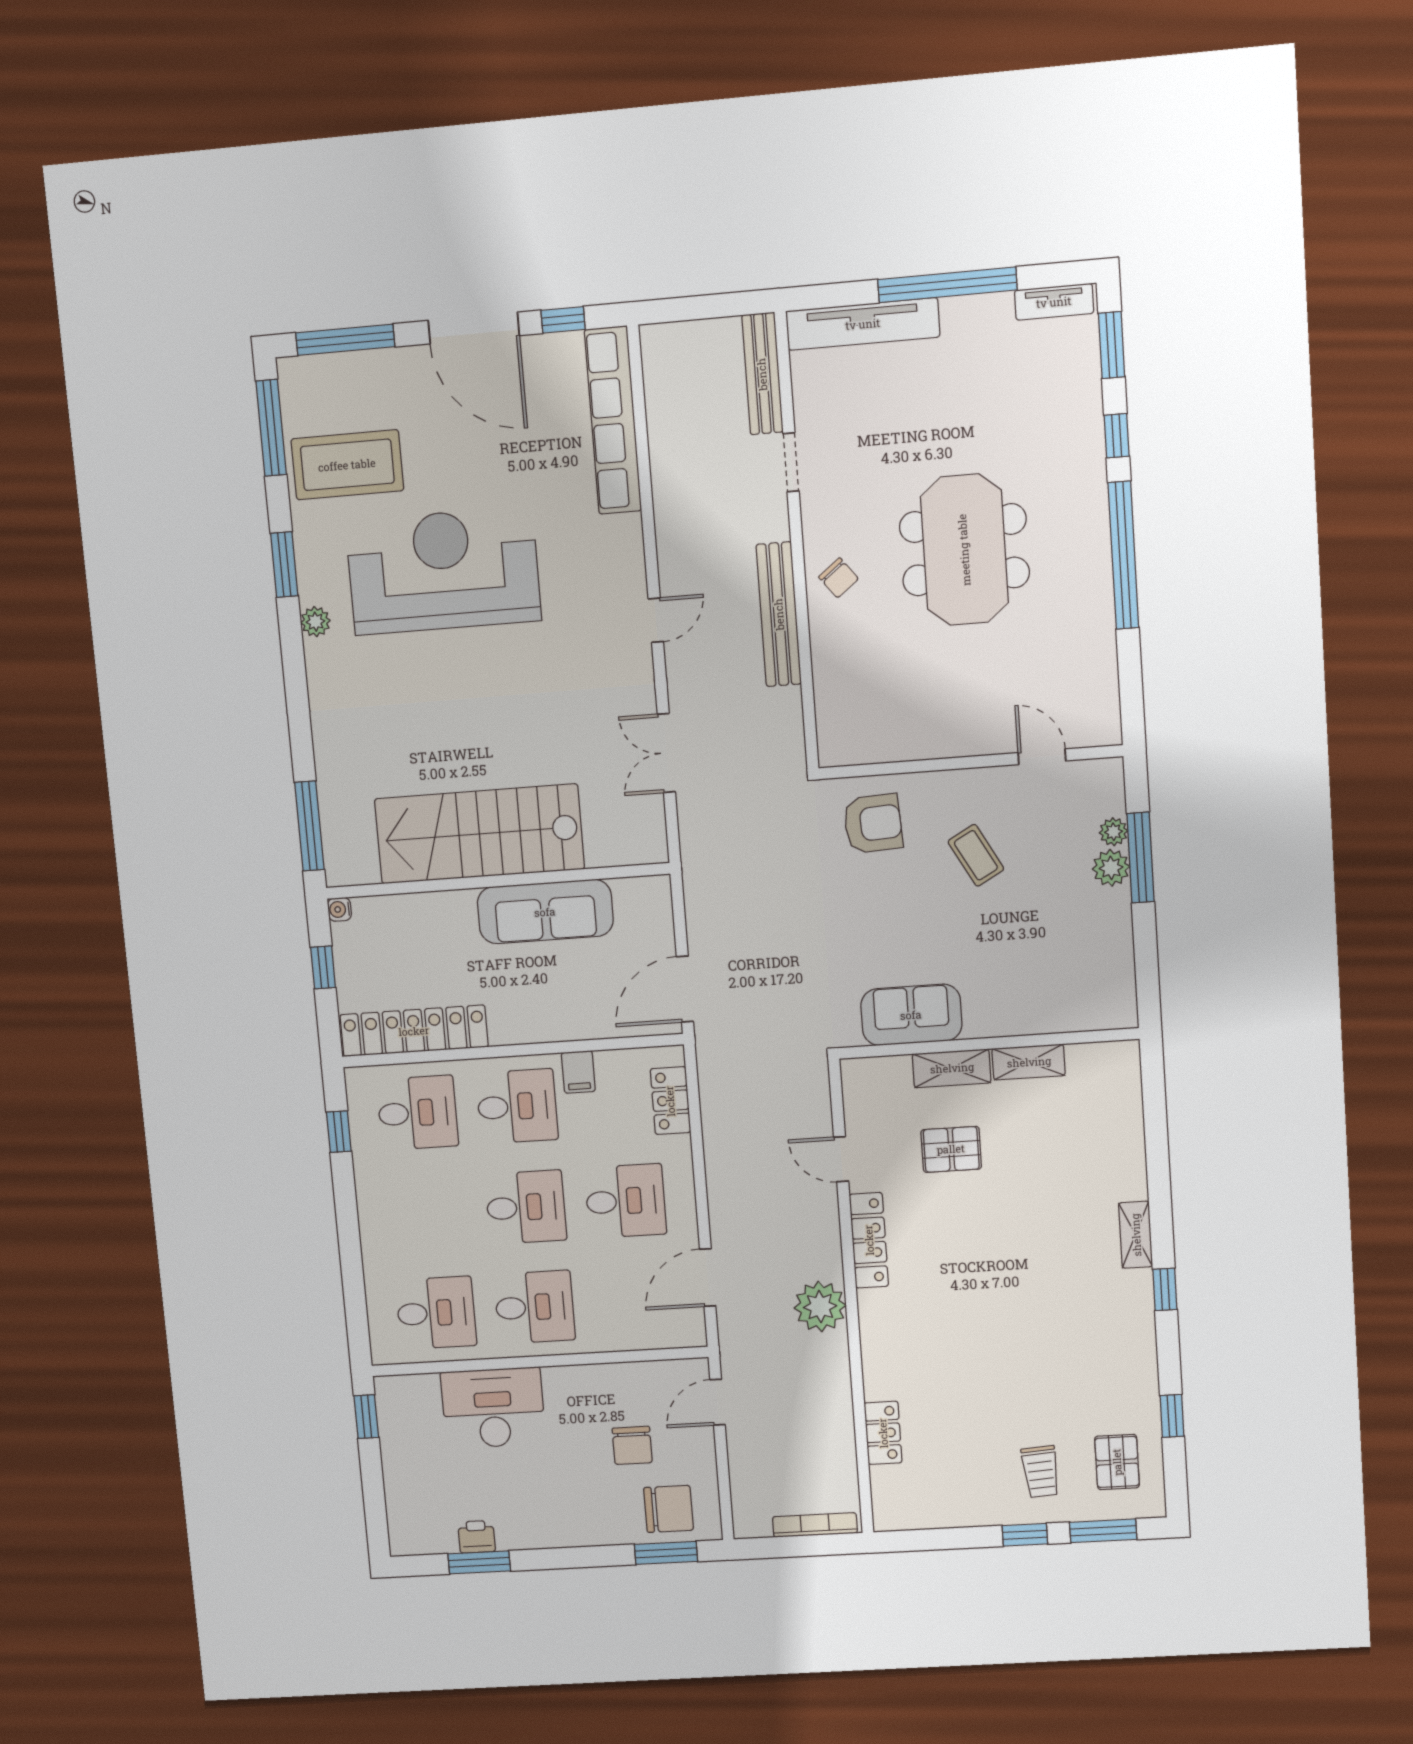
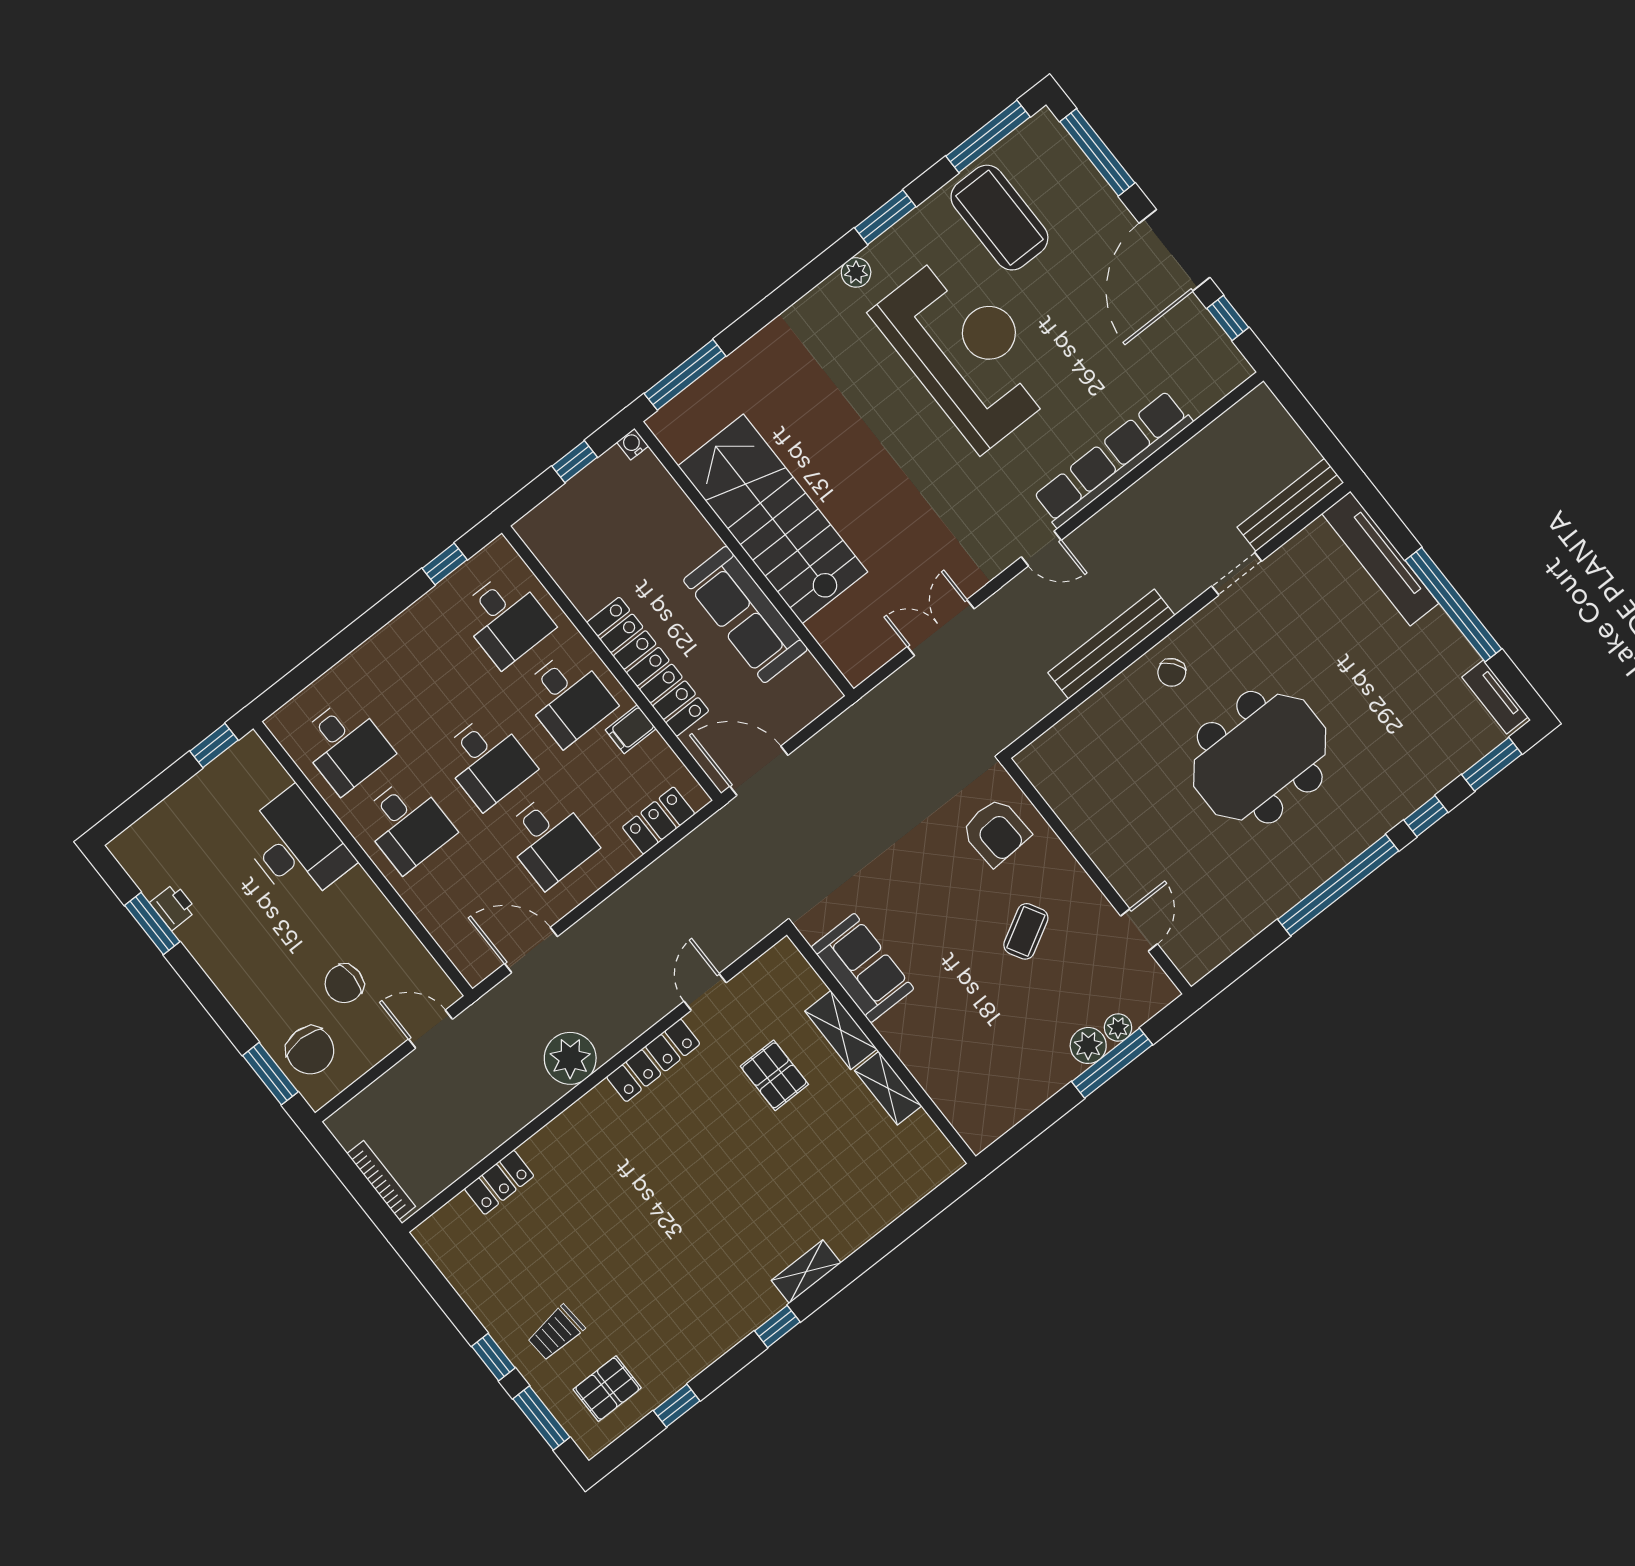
row of seats: (613, 420) -> (1113, 459), moved
locker: (414, 1031) -> (648, 667), moved

